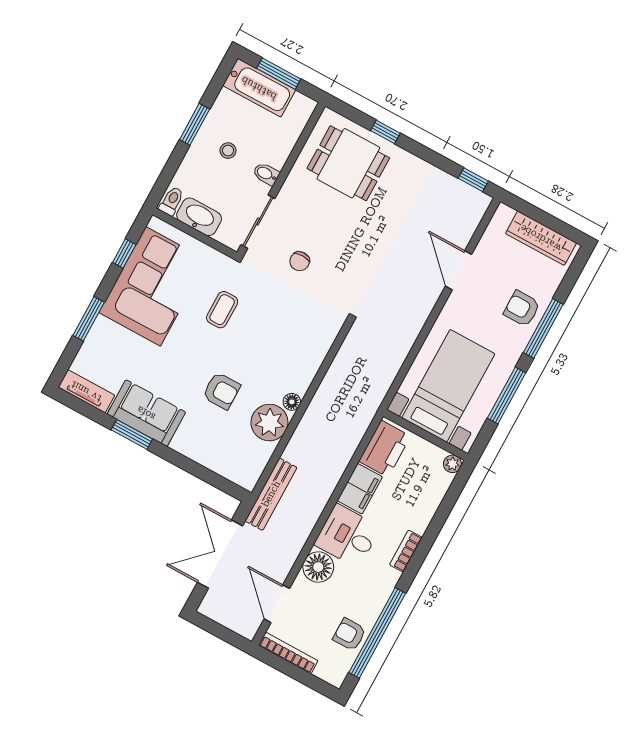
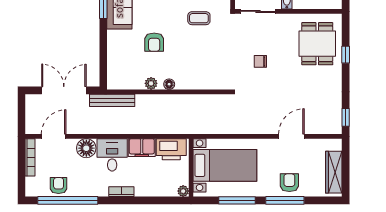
chair: (300, 261) -> (260, 61), moved
plant: (269, 423) -> (151, 83), width x0.53, depth x0.53

